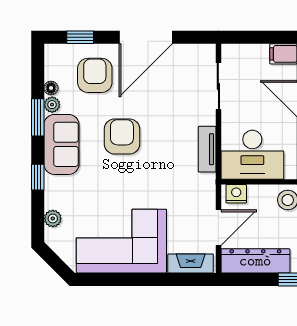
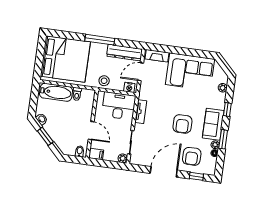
plant: (230, 53) -> (123, 158), added

